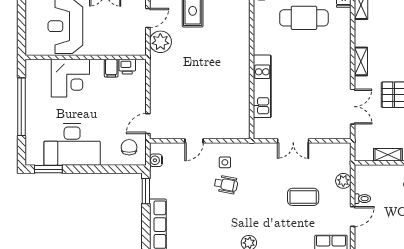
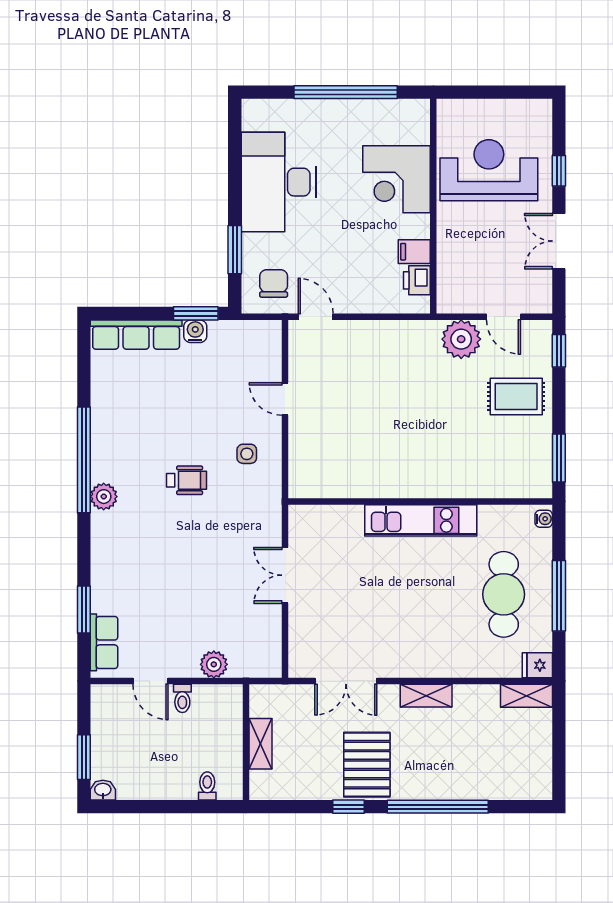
kitchen unit: (262, 86) -> (421, 520), moved
chair: (129, 147) -> (274, 283), turned -90
water cooler: (156, 160) -> (195, 331), moved
window: (48, 169) -> (235, 250), moved
wheelchair: (226, 184) -> (186, 480), moved, turned -101
coffee table: (303, 197) -> (185, 593), removed

